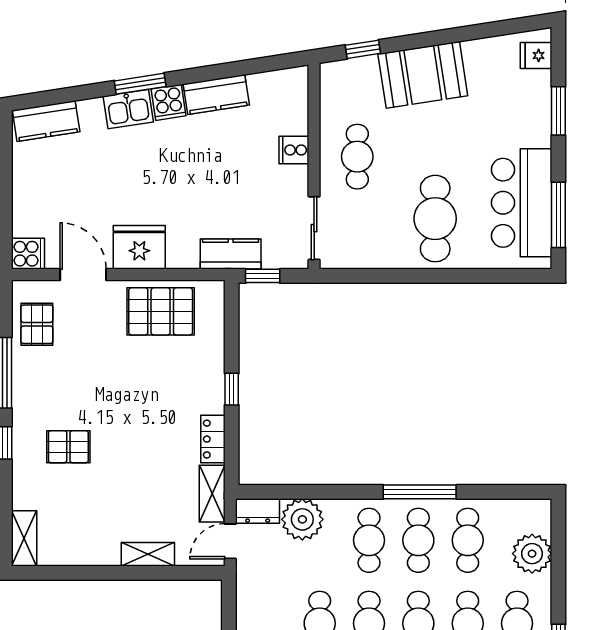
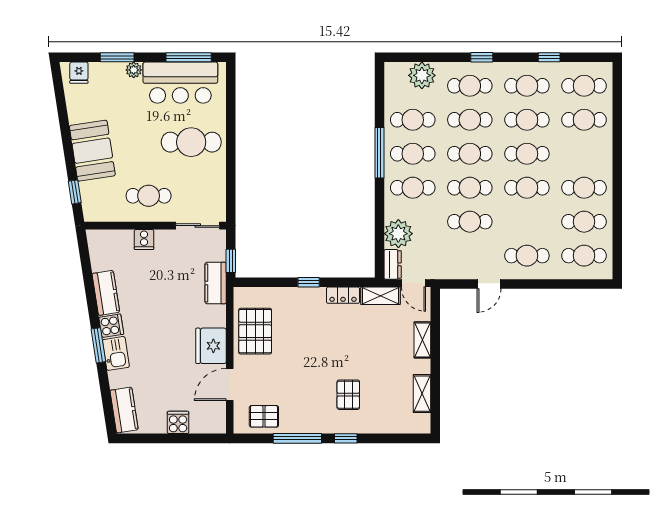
plant: (540, 135) -> (134, 70), added
cooker: (28, 254) -> (178, 422), moved
shelving: (24, 538) -> (422, 394), moved, turned 90

